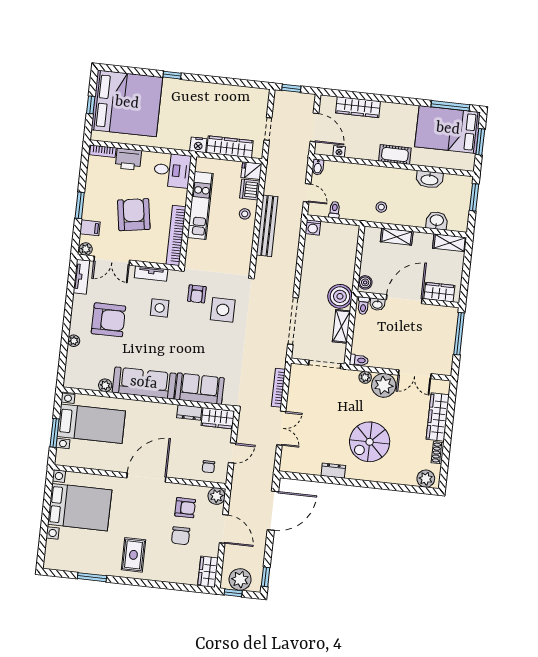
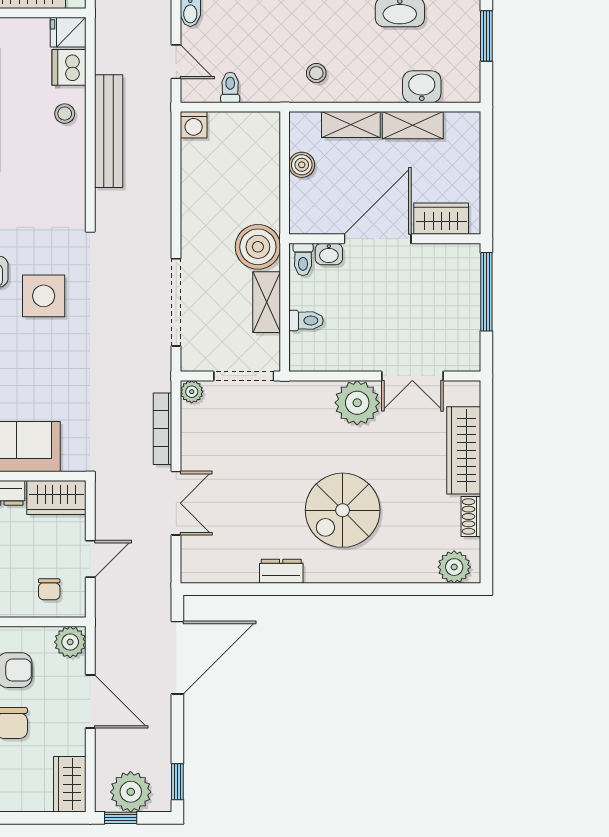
shelving: (450, 243) -> (413, 125), moved
boiler: (365, 282) -> (302, 165), moved
toilet: (359, 360) -> (306, 321), moved
plant: (365, 377) -> (192, 392), moved

